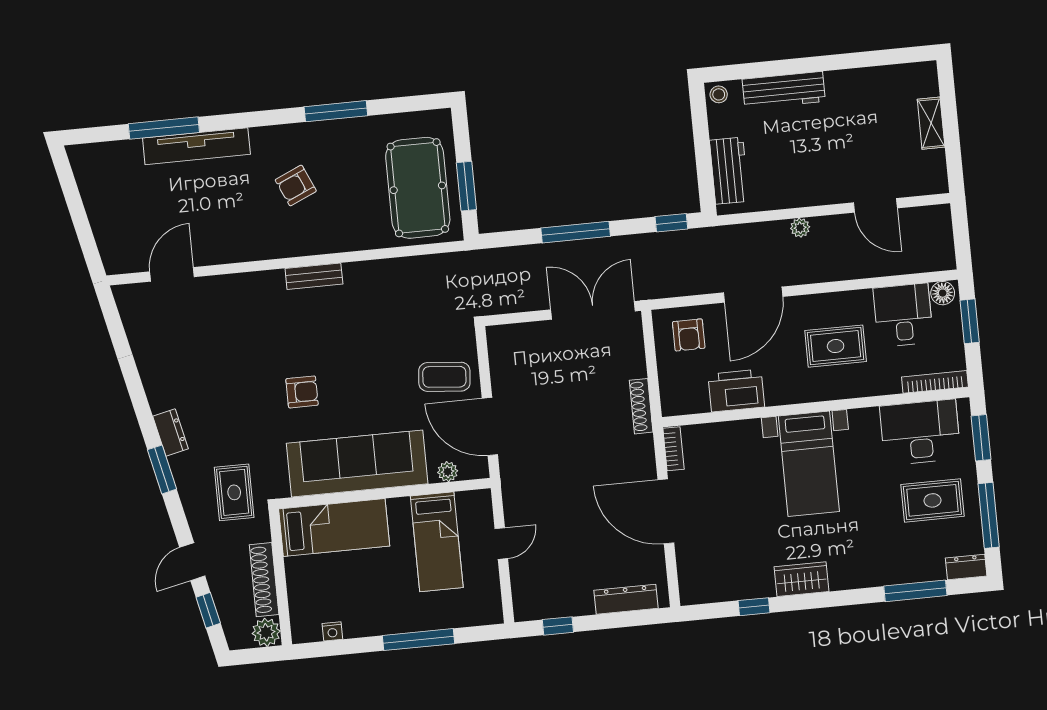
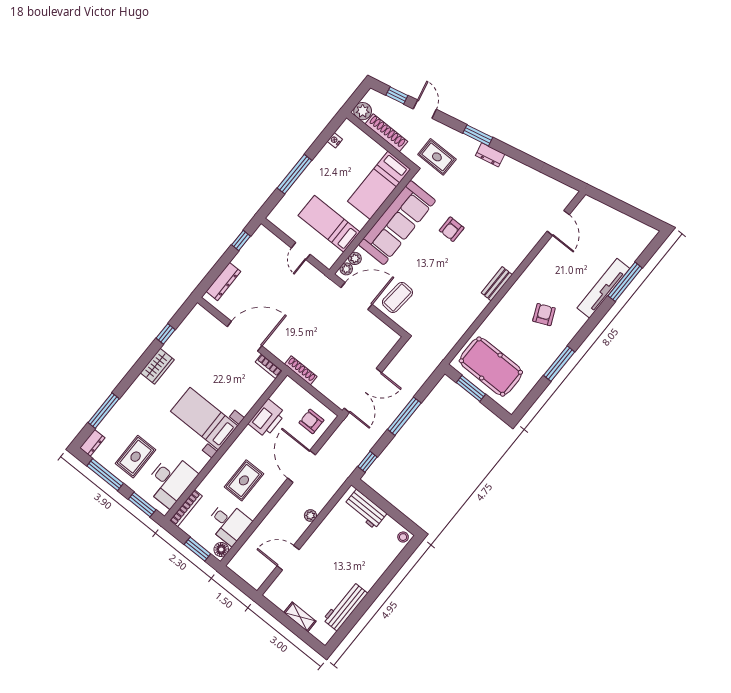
workbench: (784, 90) -> (345, 606), moved
plant: (470, 470) -> (346, 269), added

